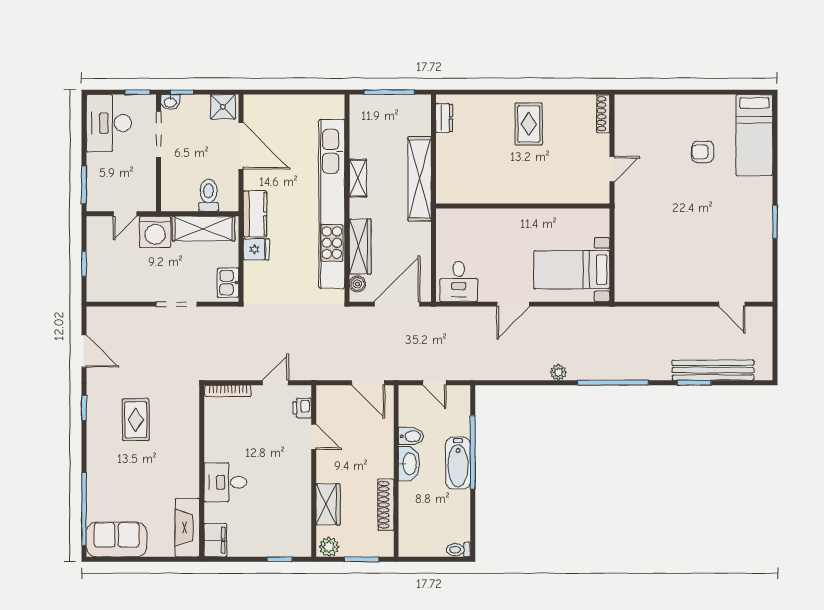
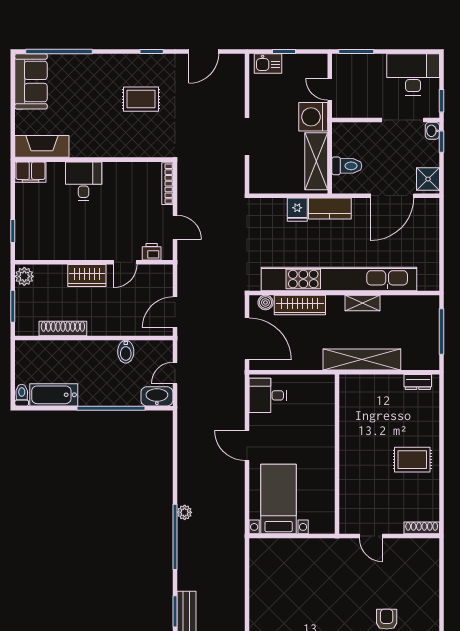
kitchen sink: (228, 283) -> (268, 64), moved, turned 180
plant: (558, 372) -> (185, 512), moved
bathtub: (458, 463) -> (54, 395), moved
washbasin: (409, 464) -> (157, 396), moved, turned 180
wardrobe: (328, 504) -> (87, 276), moved

